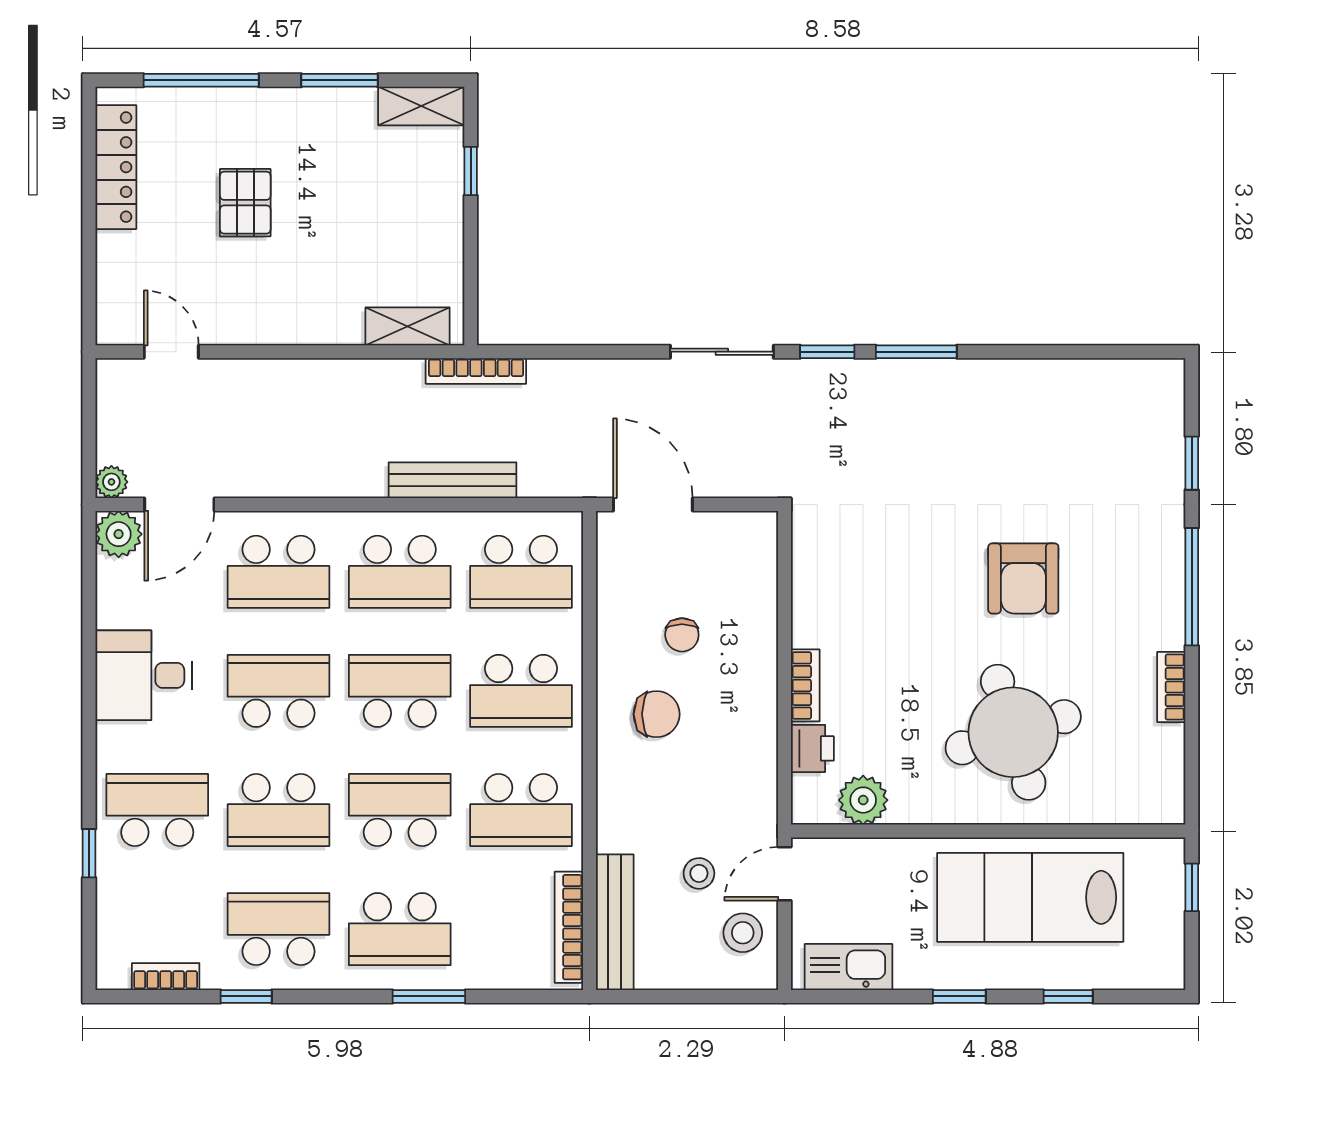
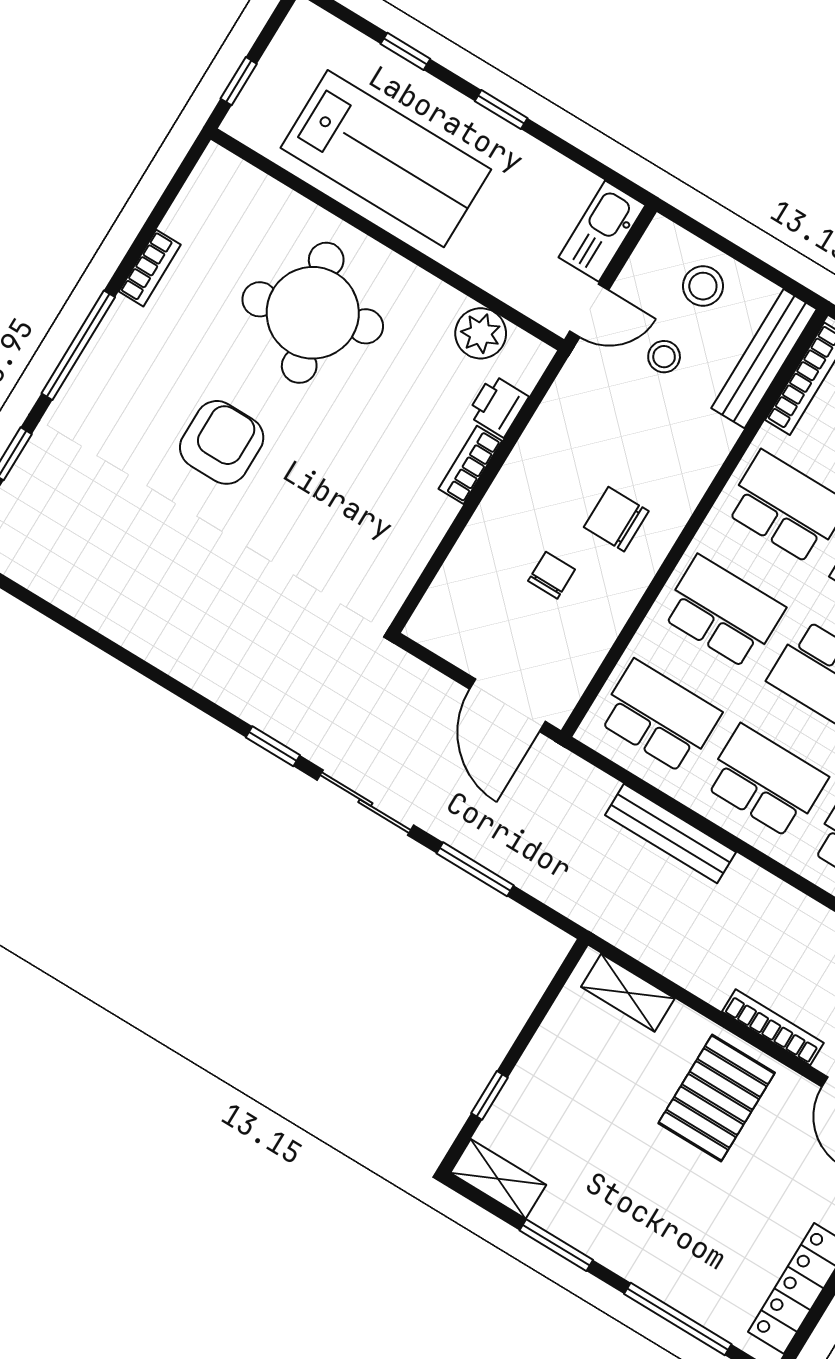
pallet: (245, 203) -> (717, 1098), moved, width x1.50, depth x1.42
window: (916, 352) -> (475, 869), moved
bookcase: (476, 371) -> (773, 1027), moved
stool: (743, 933) -> (703, 286), moved
kitchen sink: (848, 967) -> (602, 231), moved, turned 90

